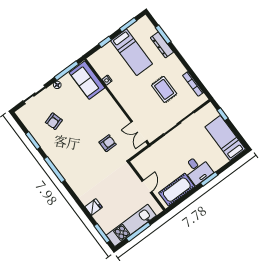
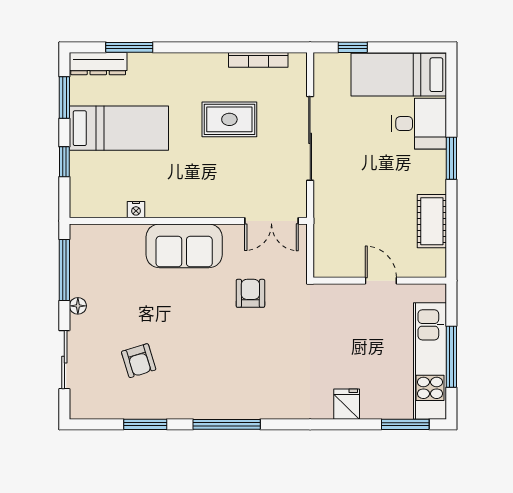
dresser: (162, 45) -> (98, 64), moved
sofa: (87, 80) -> (184, 246), moved
desk: (198, 170) -> (419, 124), moved
cot: (177, 190) -> (432, 221), width x0.73, depth x0.75

